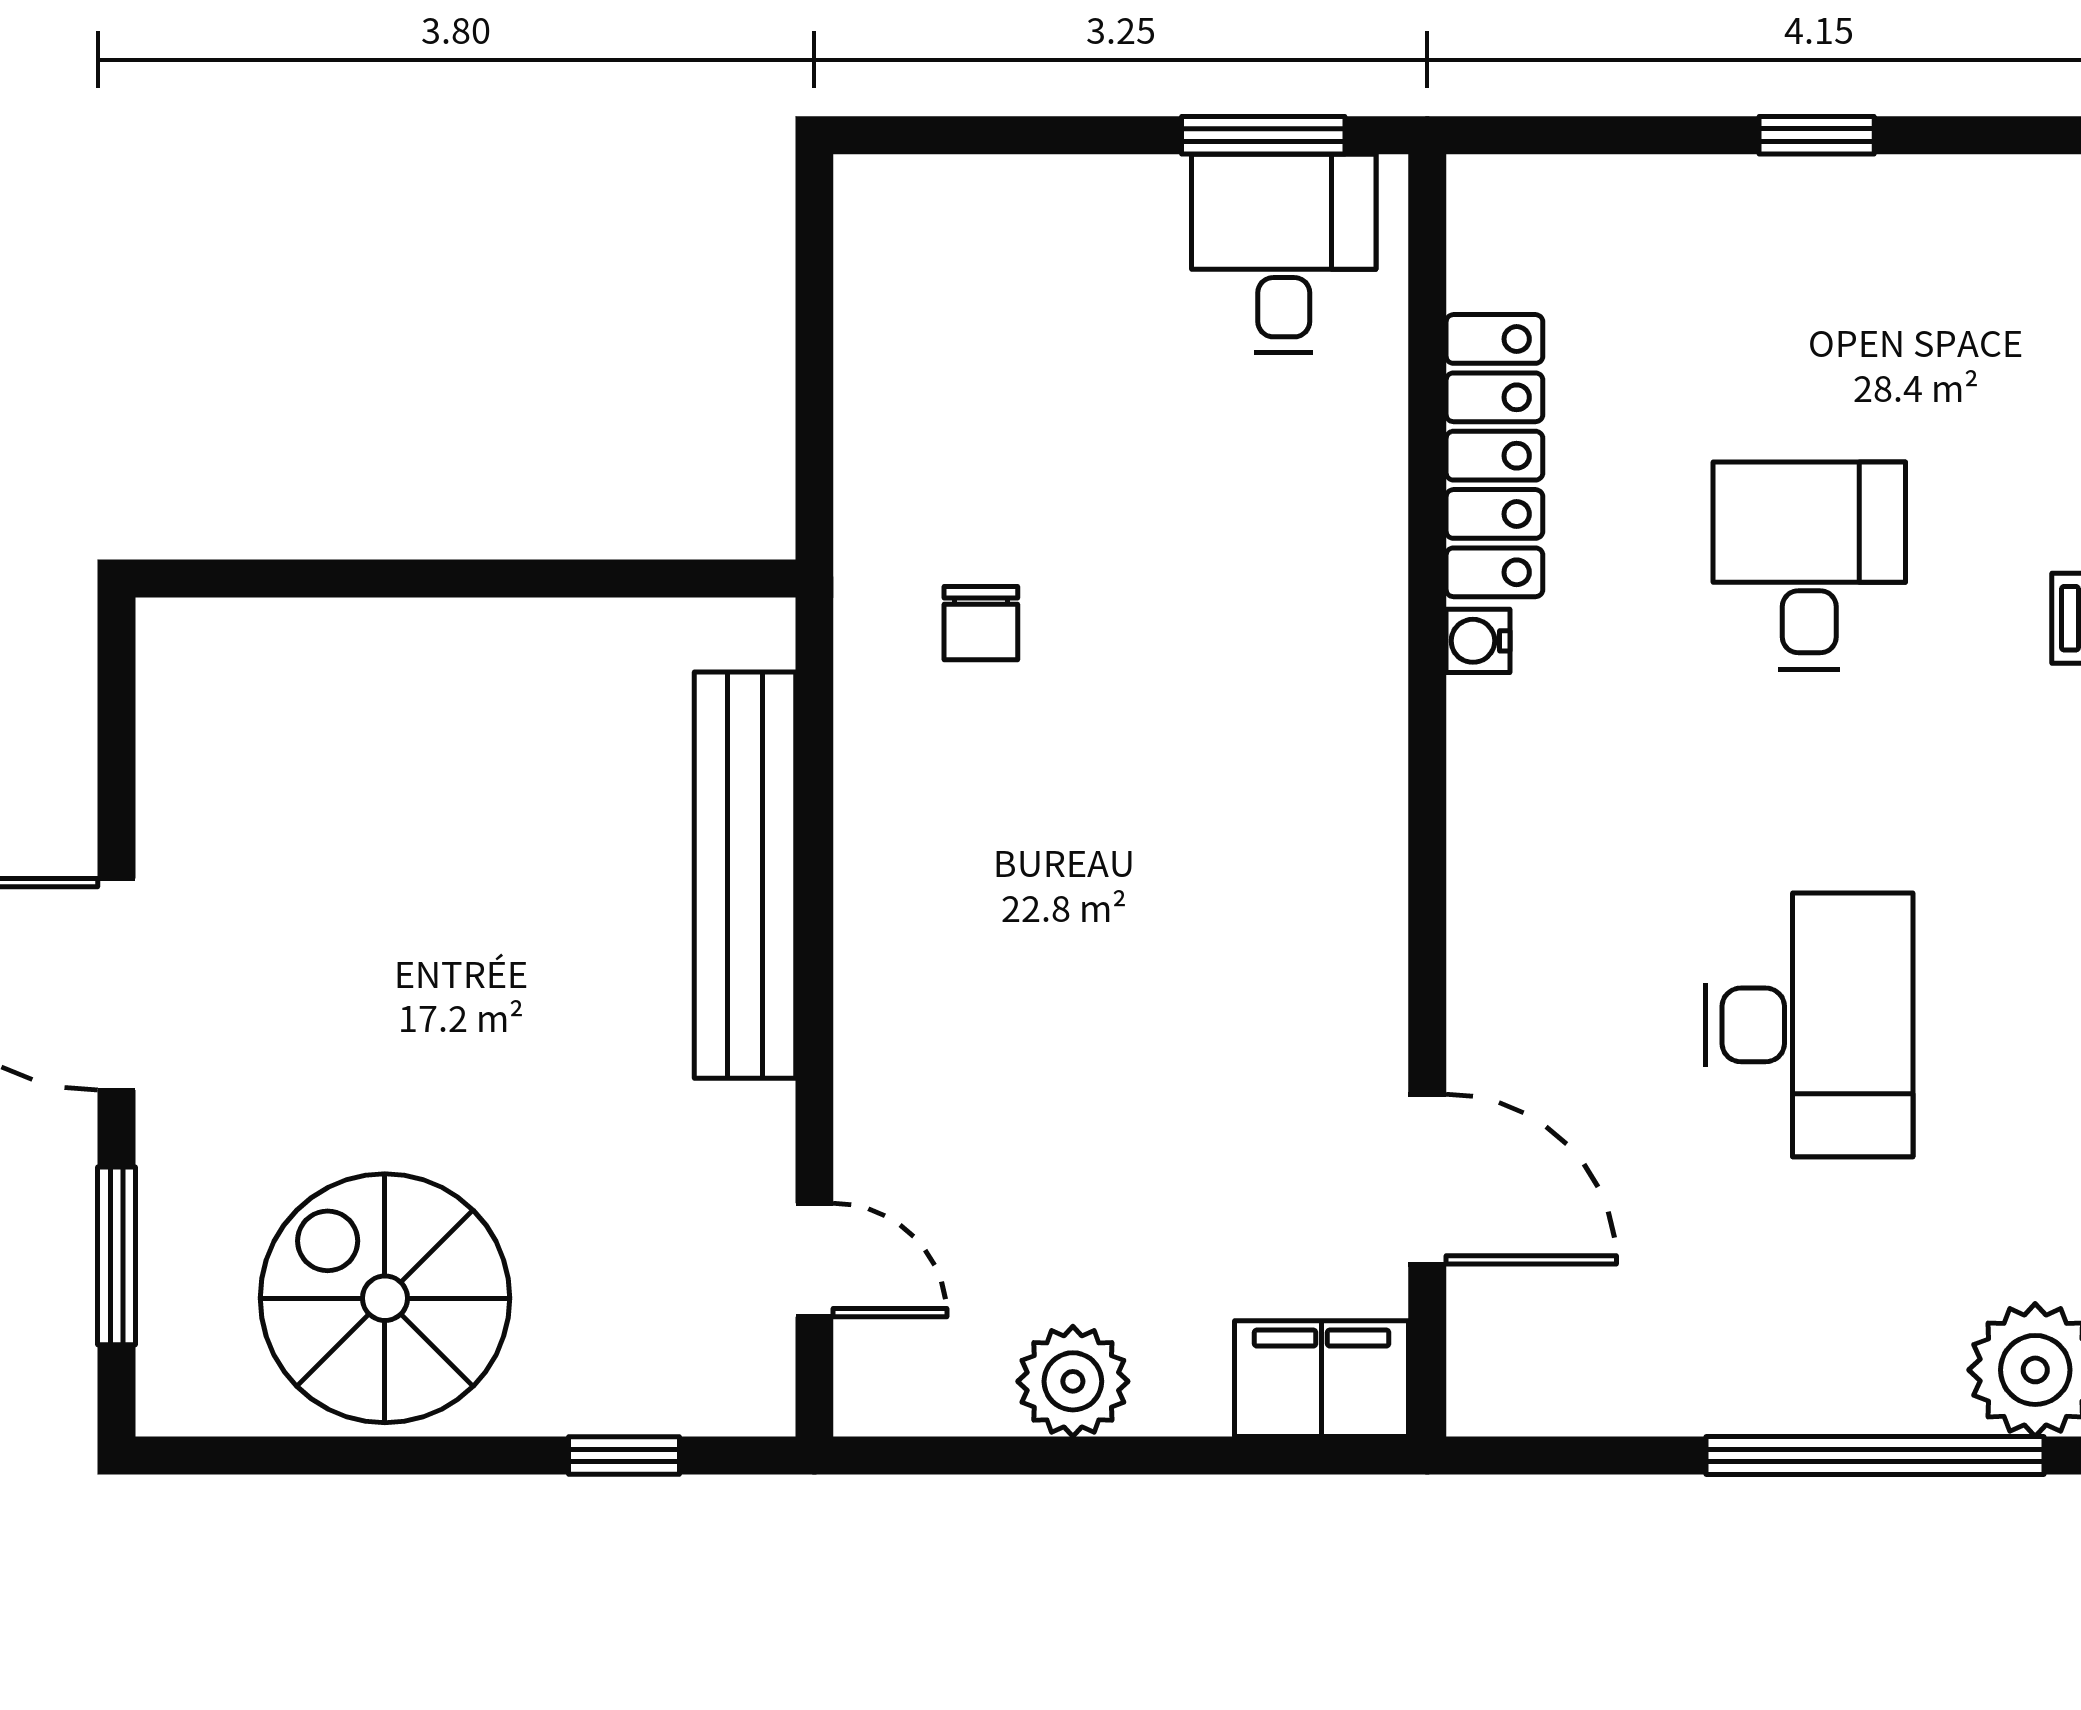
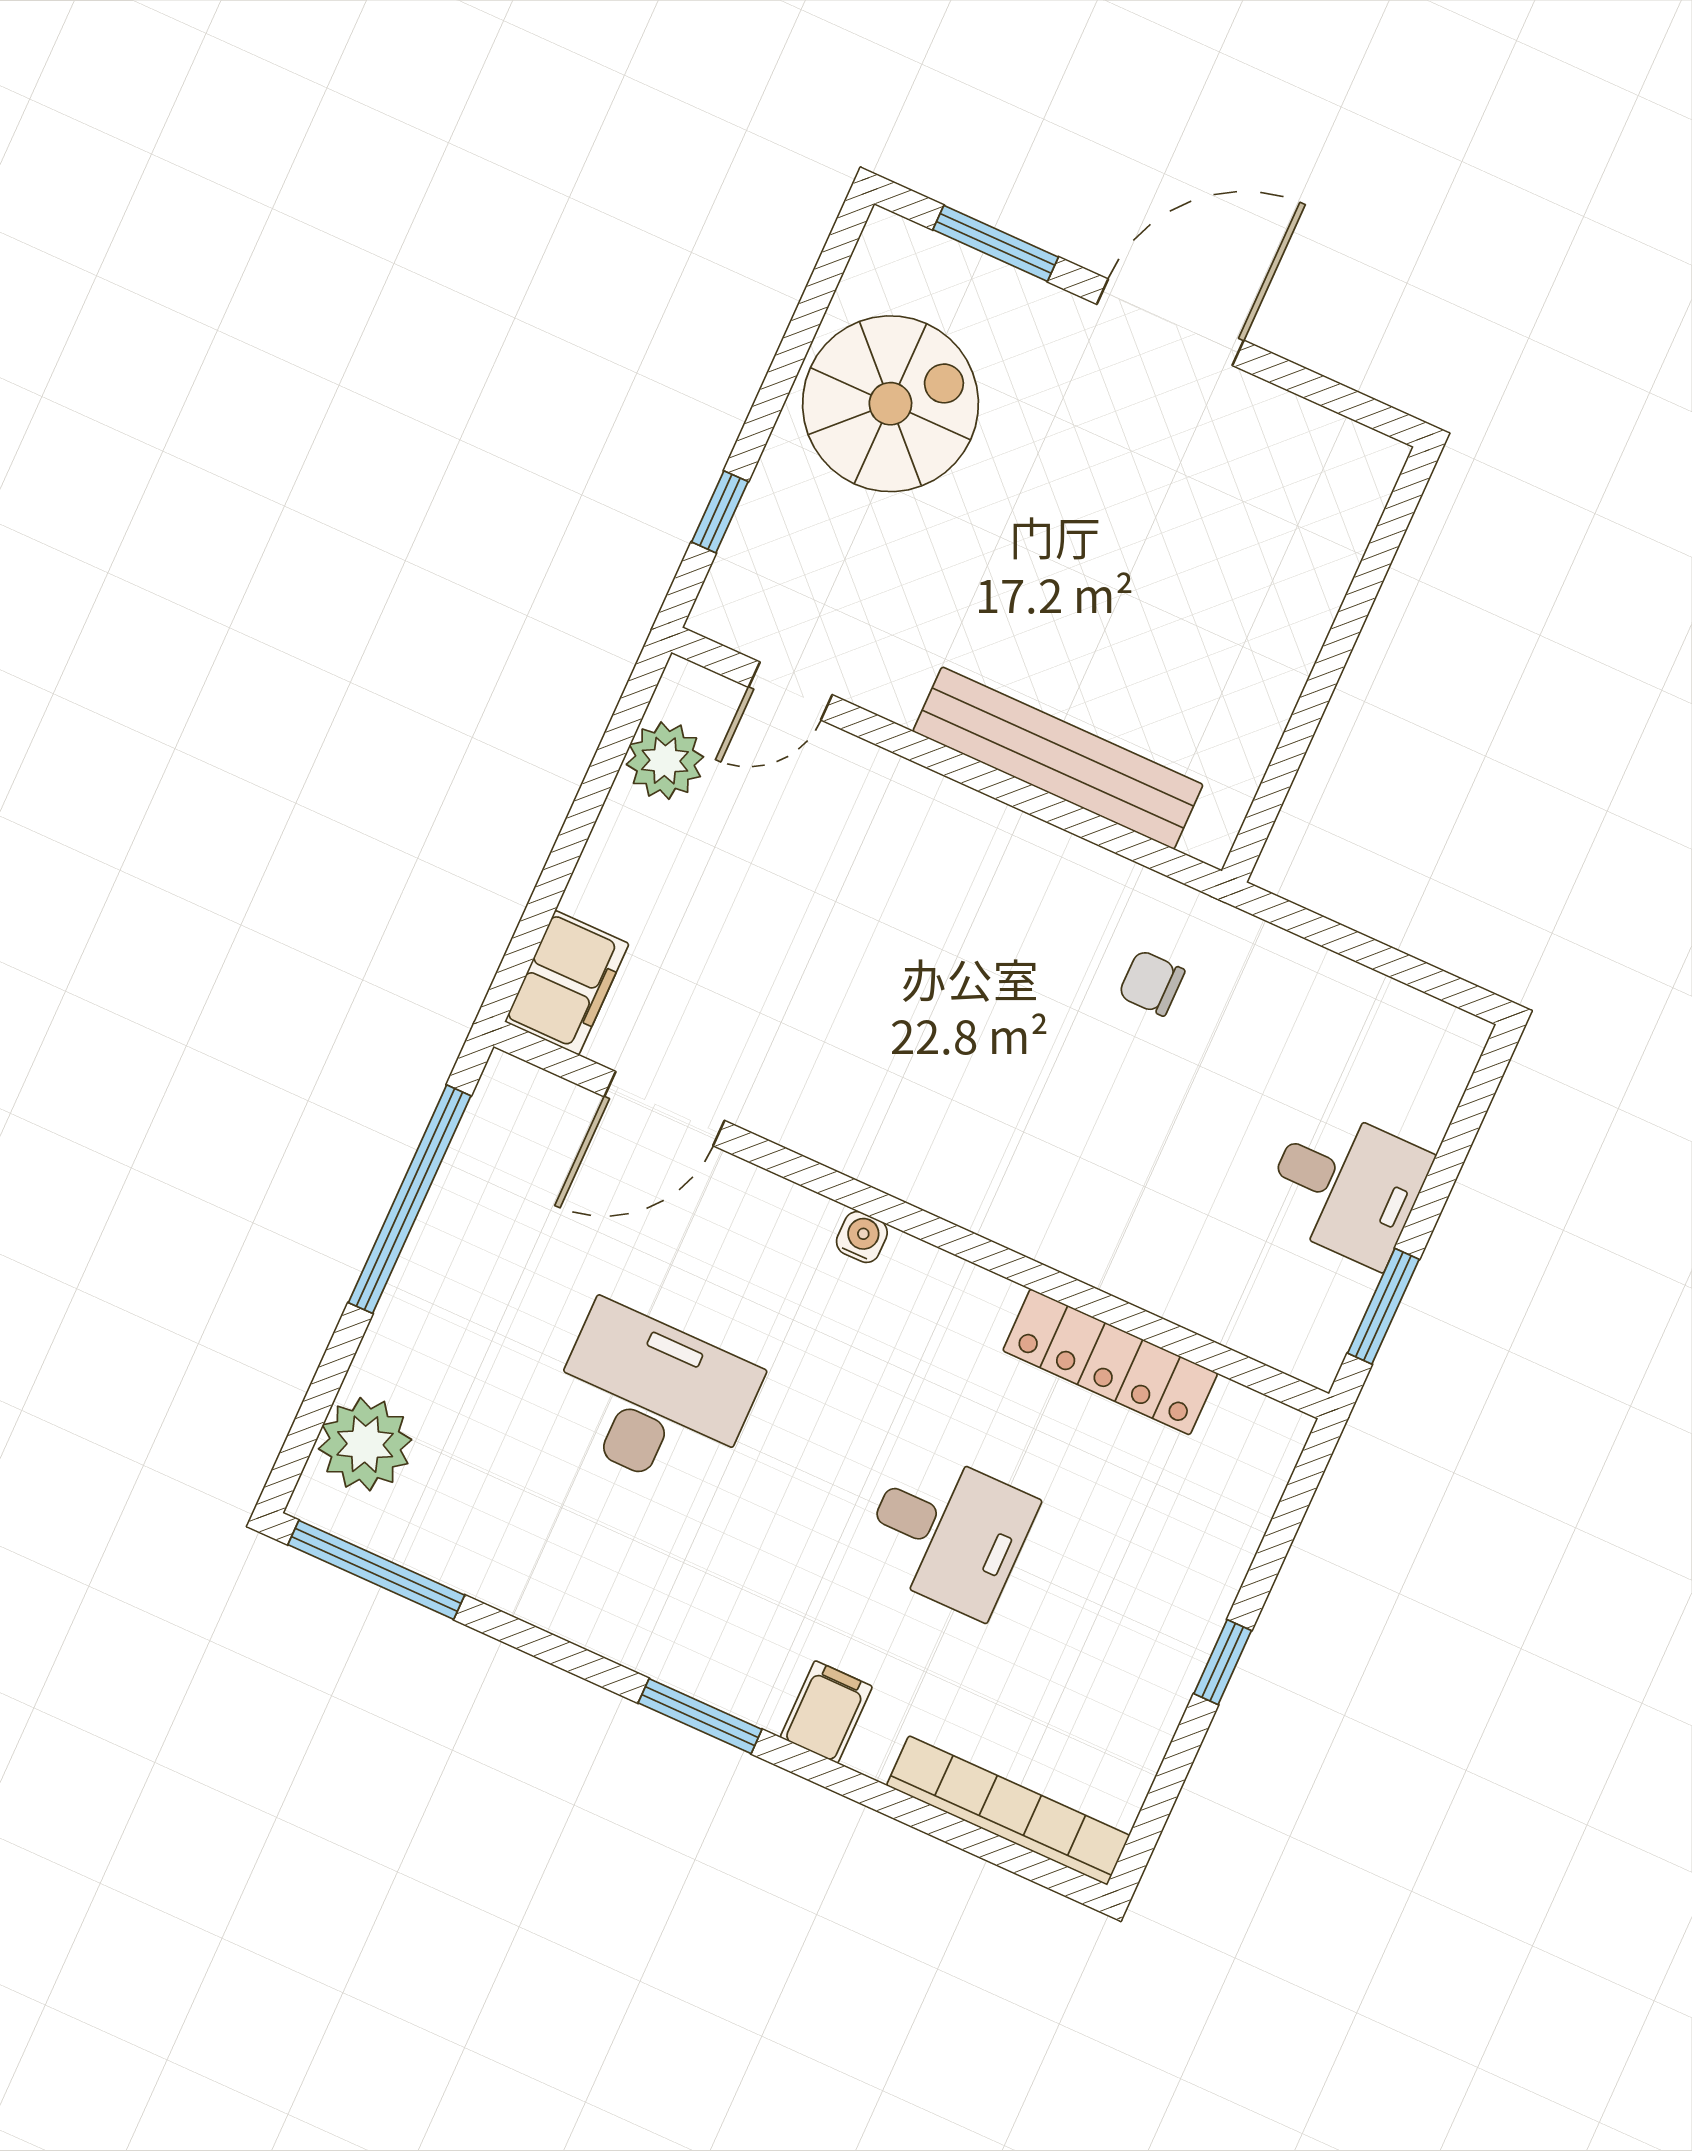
desk: (1284, 253) -> (1346, 1186), moved
water cooler: (1478, 641) -> (862, 1237), moved
desk: (1809, 1025) -> (653, 1399), turned 180
plant: (1073, 1381) -> (665, 761), moved
window: (1875, 1455) -> (410, 1199), moved

